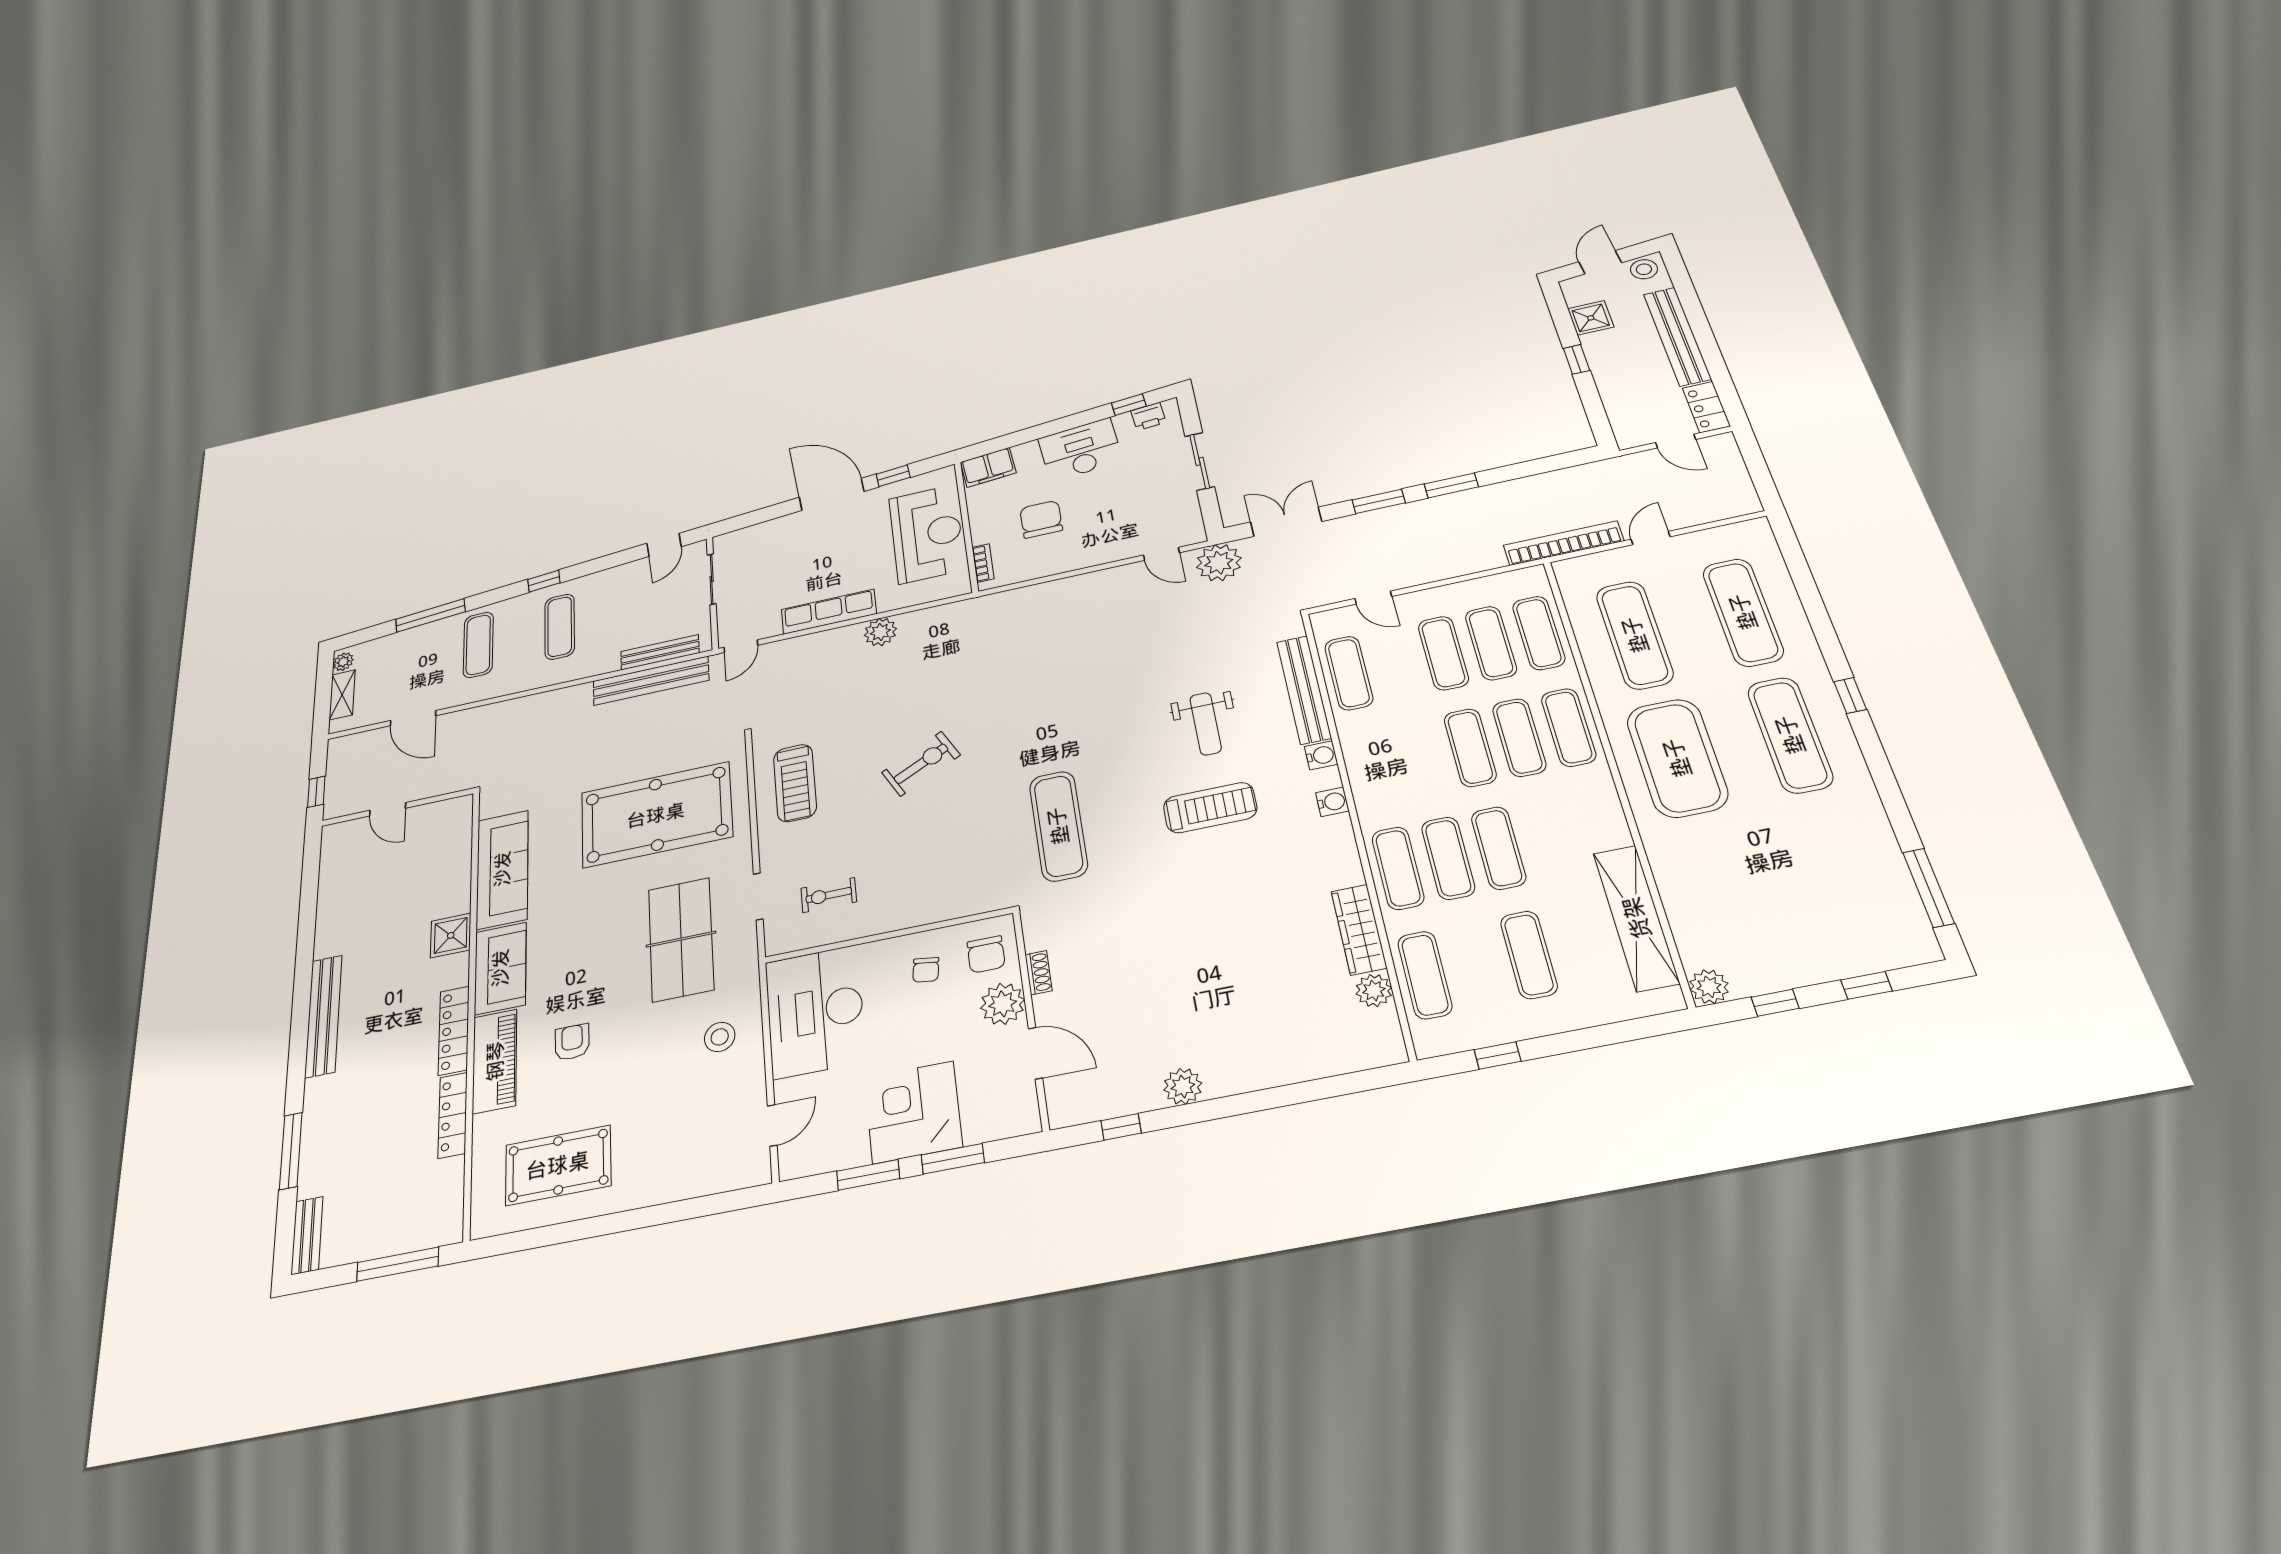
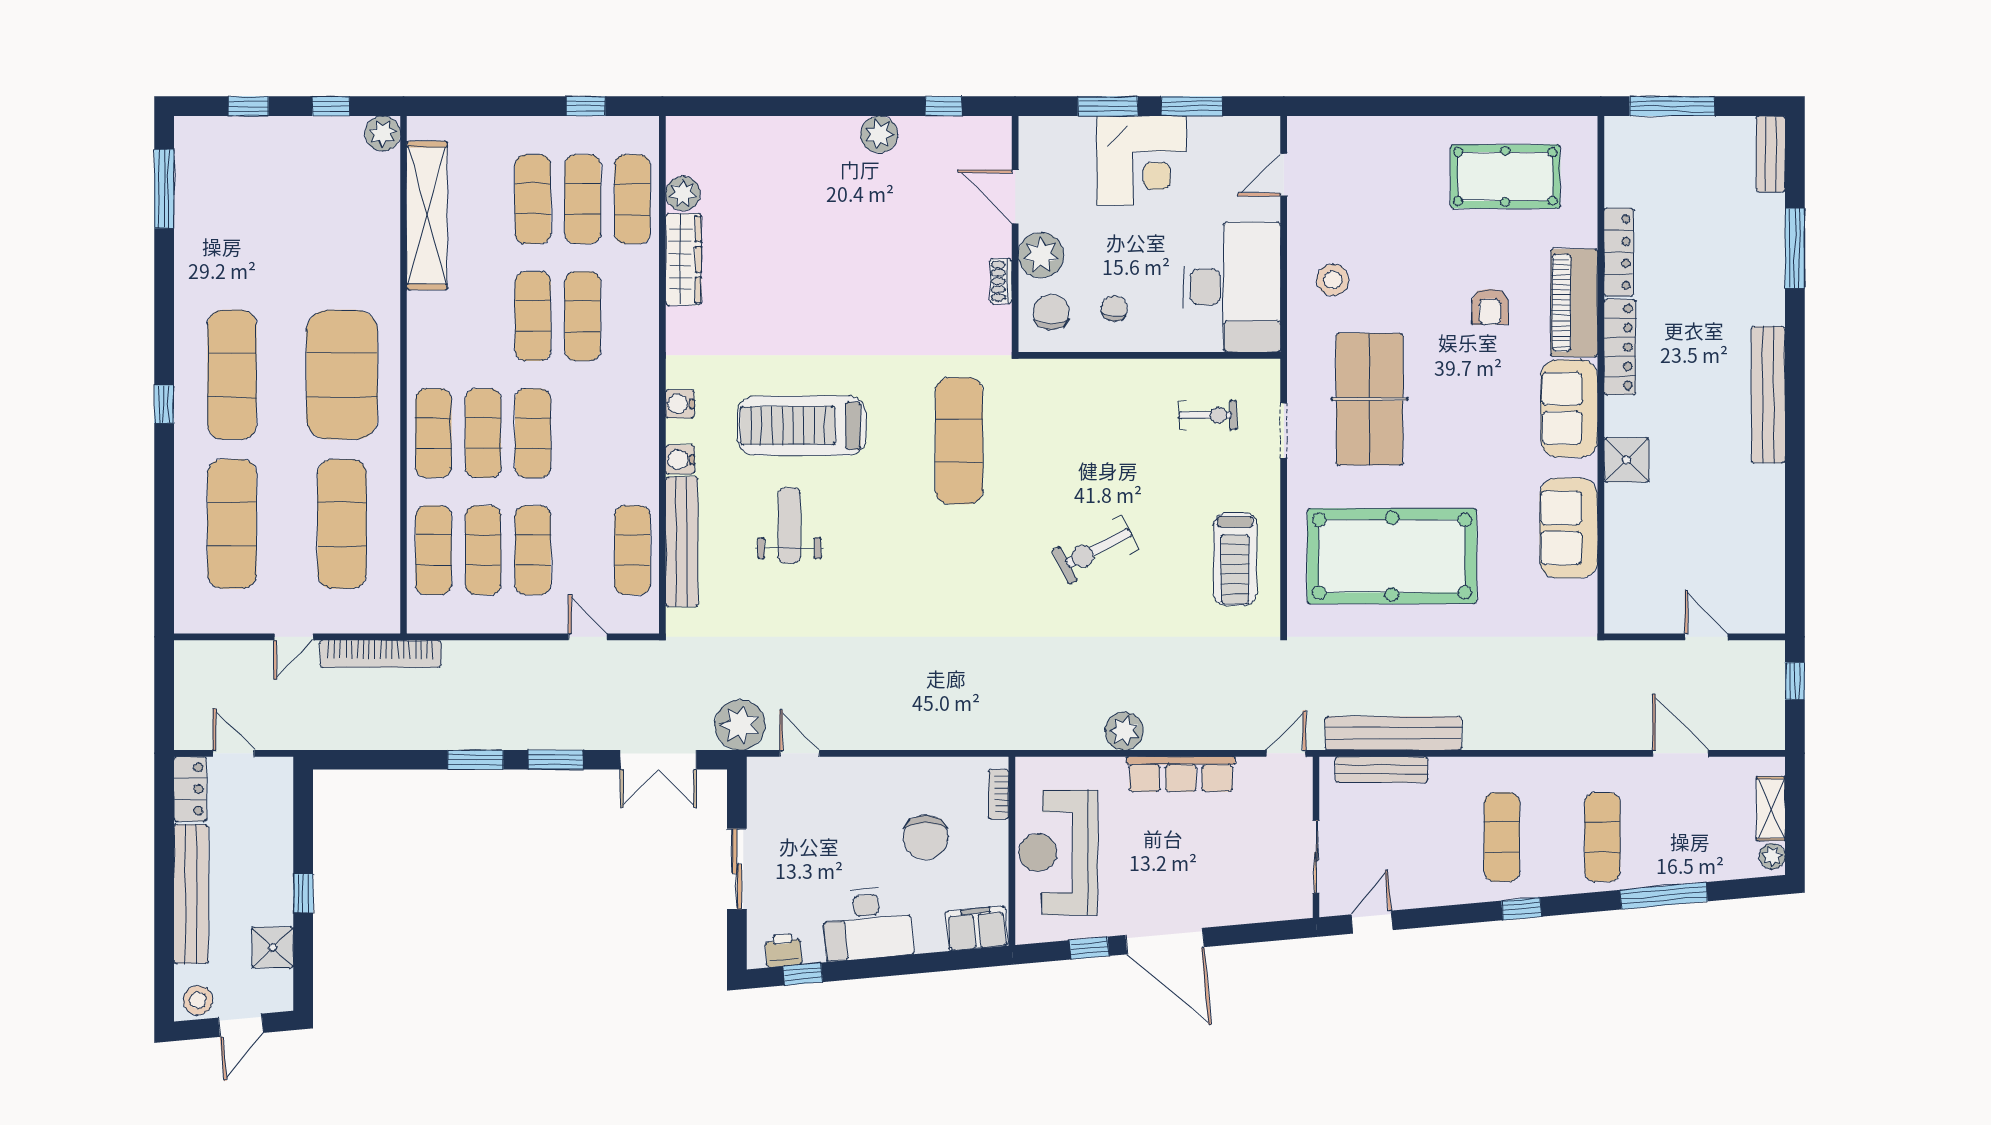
treadmill: (795, 783) -> (1235, 559), turned 180
treadmill: (1210, 808) -> (802, 426), width x1.37, depth x1.38
exercise mat: (1398, 868) -> (583, 199), moved
sofa: (502, 869) -> (1569, 528), width x0.73

